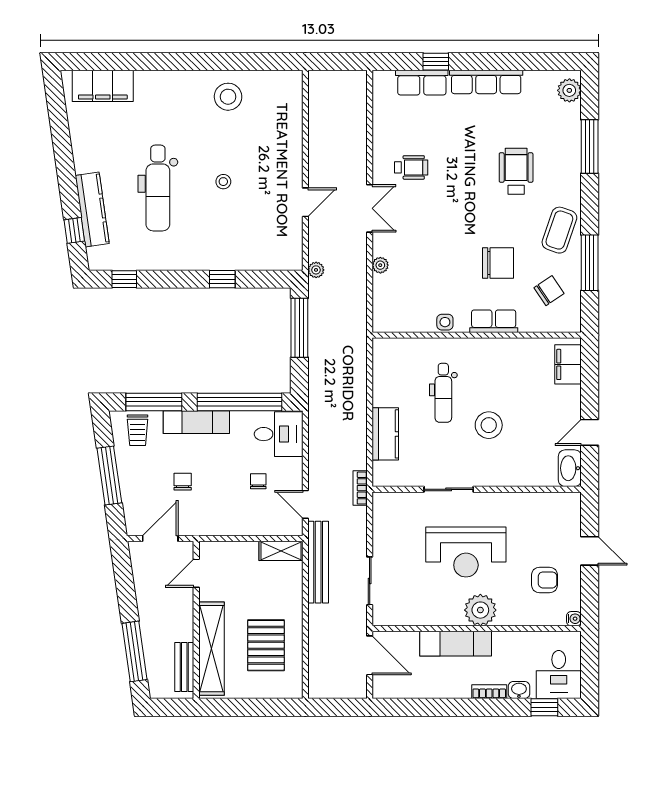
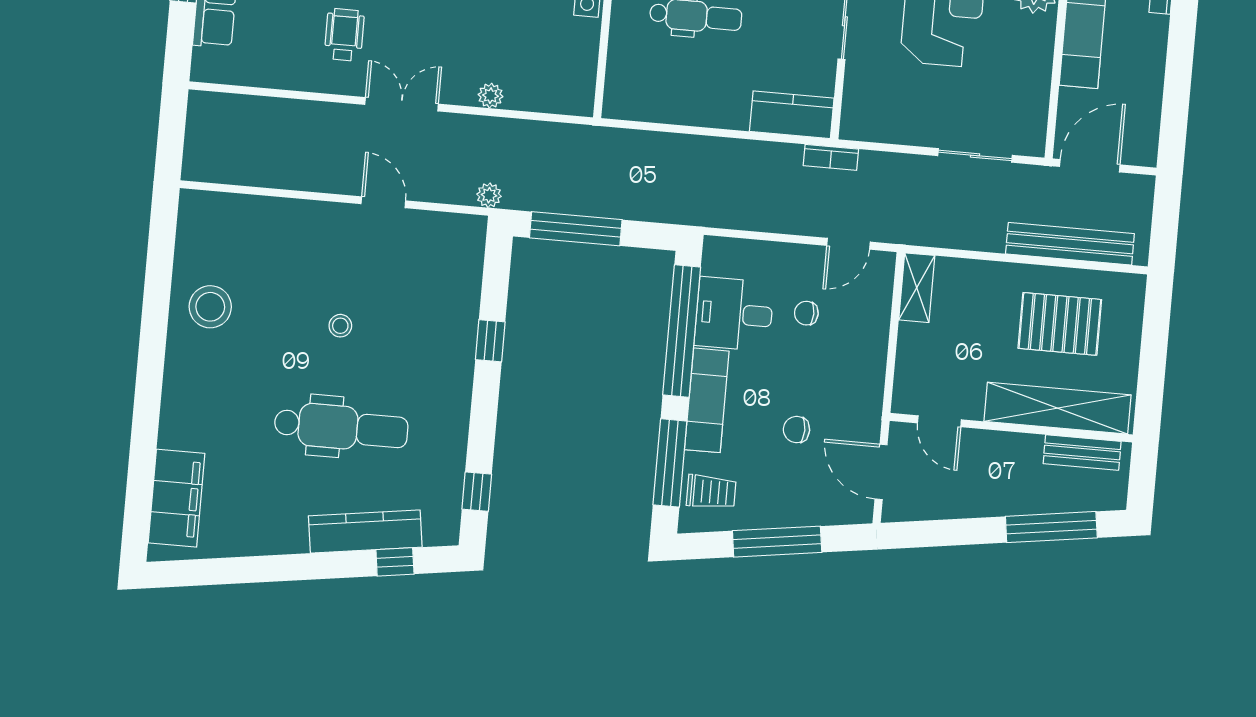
desk: (279, 434) -> (734, 314), moved, turned -90
kitchen counter: (385, 434) -> (792, 115), moved
bench: (318, 562) -> (1070, 244), moved

